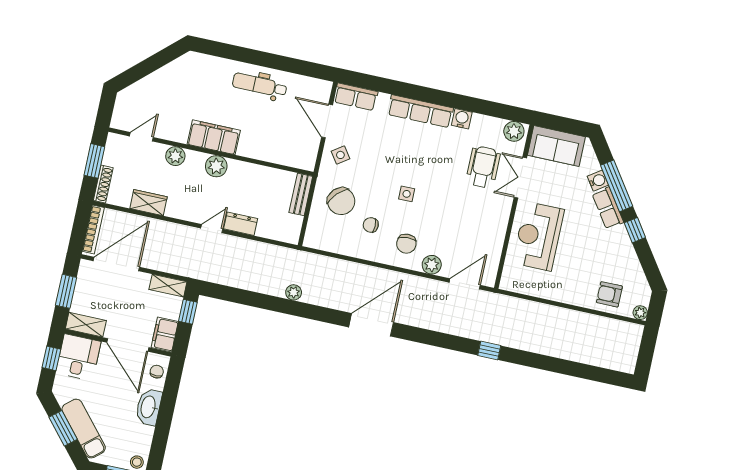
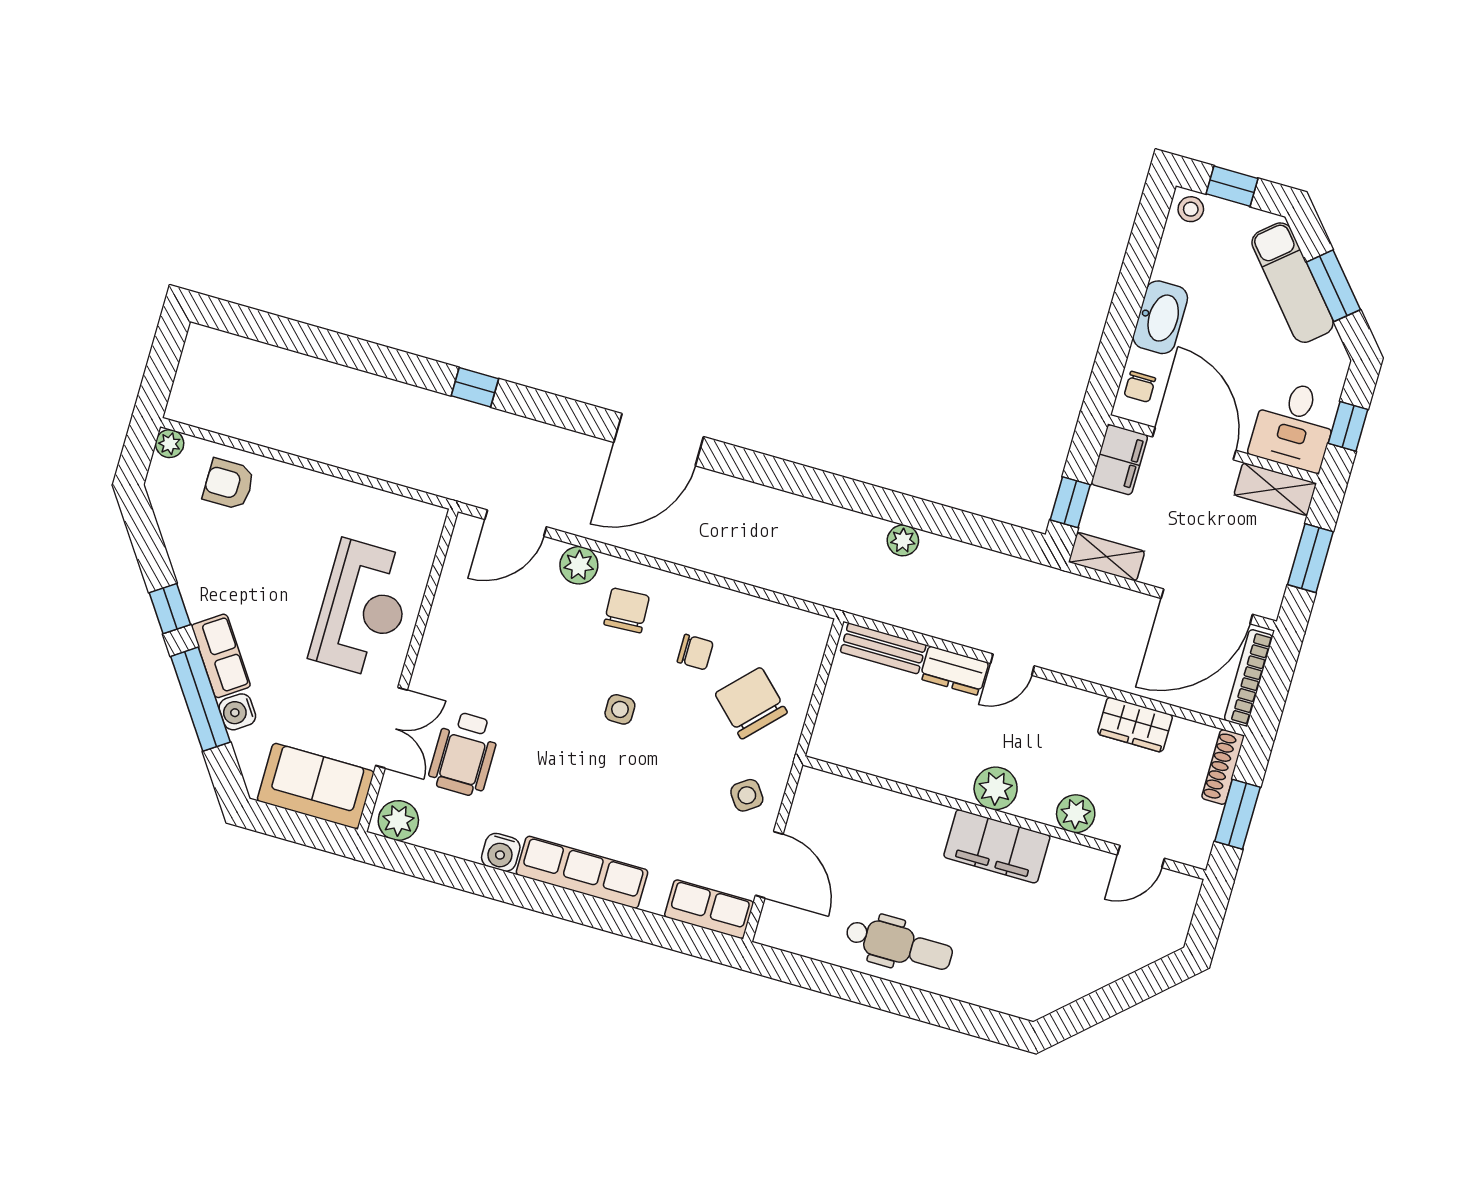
bench: (301, 194) -> (883, 648), moved, turned 90
plant: (294, 292) -> (903, 540), moved
armchair: (609, 294) -> (229, 484), turned 180
door: (371, 325) -> (659, 440), moved

